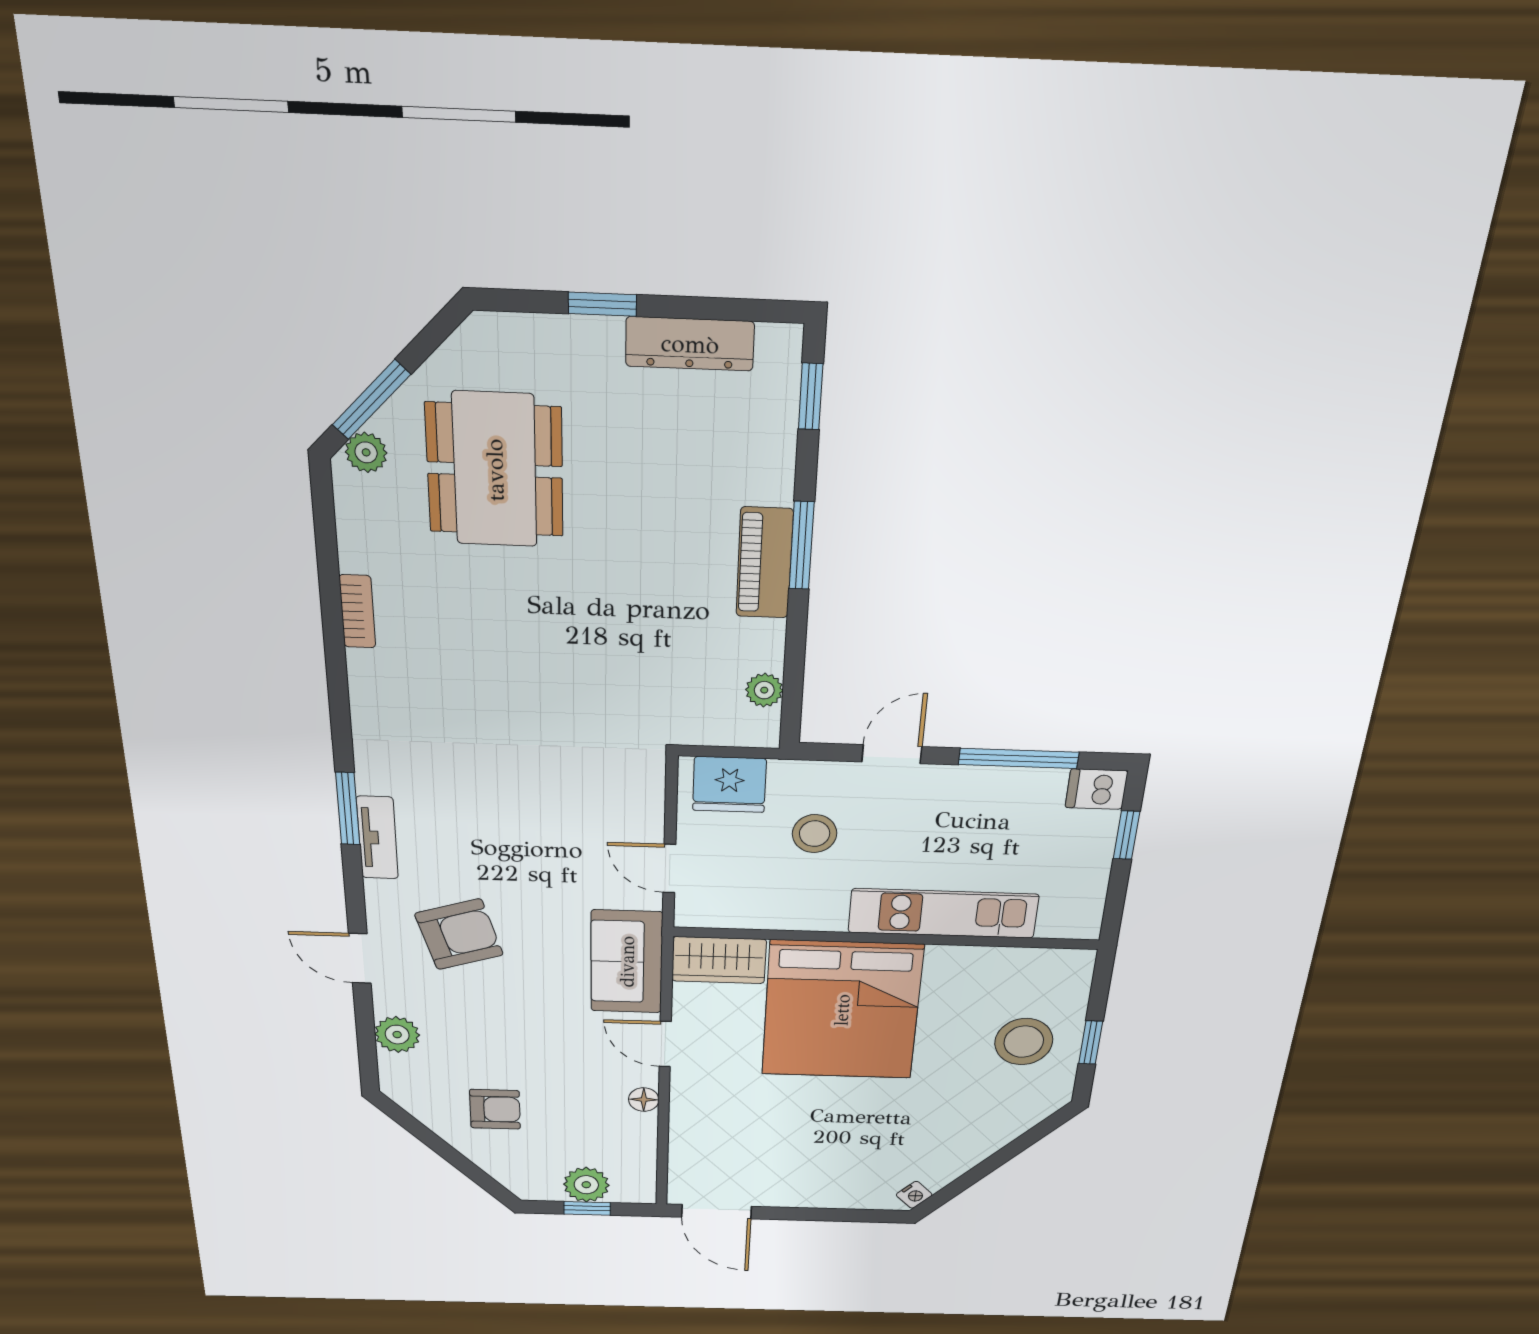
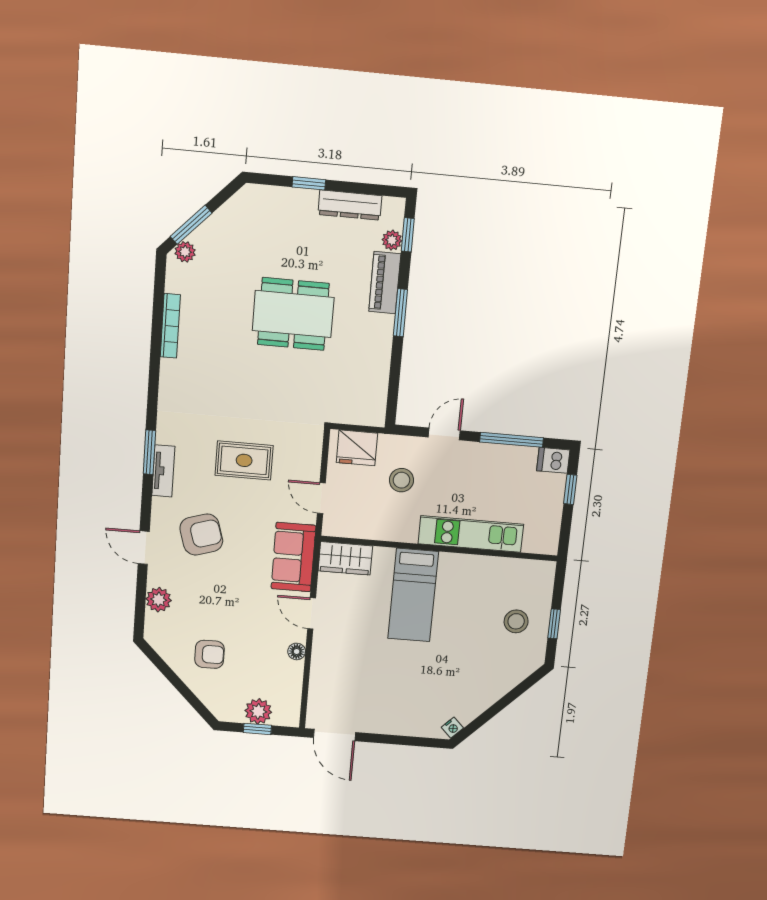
dining table: (495, 470) -> (293, 314), moved, turned 90
piano: (764, 563) -> (385, 283), moved
bookcase: (357, 611) -> (170, 326), width x1.56
plant: (764, 690) -> (392, 240), moved
rug: (523, 814) -> (244, 460), added
bed: (842, 1010) -> (413, 595), width x0.49
stool: (1024, 1042) -> (516, 621), width x0.73, depth x0.73

